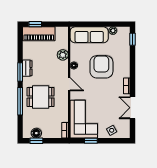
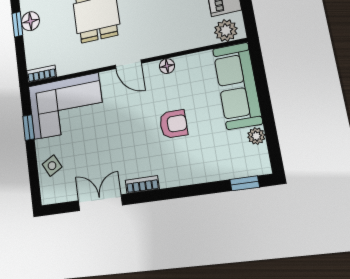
plant: (63, 55) -> (226, 30), moved
armchair: (101, 67) -> (173, 124), width x0.53, depth x0.53
door: (69, 84) -> (128, 64), hinge flipped

